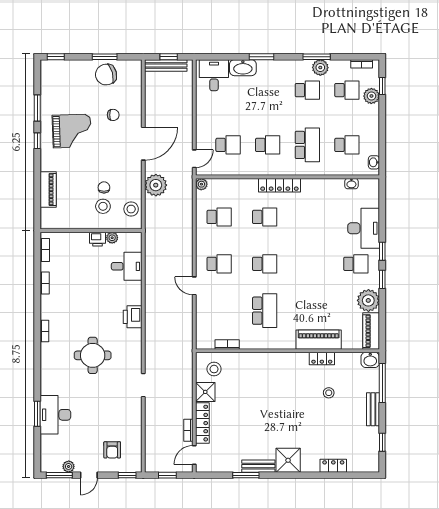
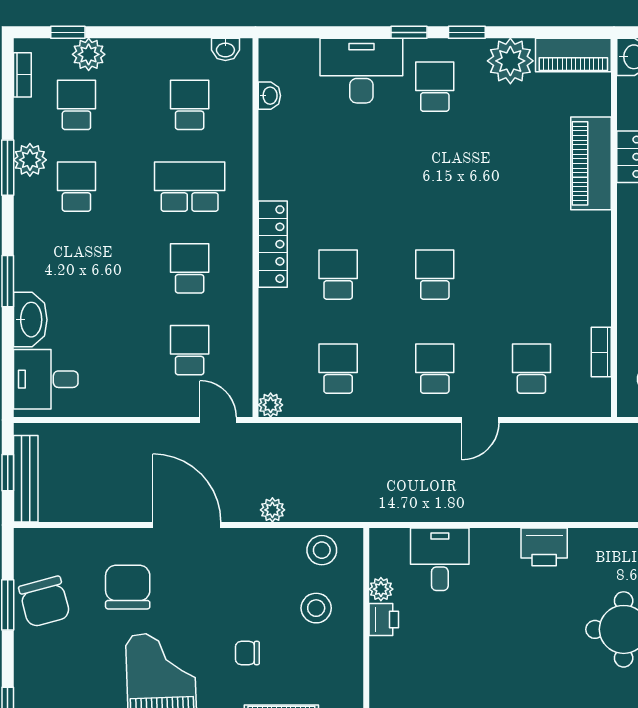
chair: (113, 115) -> (128, 587), width x1.87, depth x1.87
plant: (156, 185) -> (272, 510), width x0.53, depth x0.53
chair: (104, 187) -> (247, 653), moved
school desk: (265, 311) -> (531, 369), moved, width x0.54

